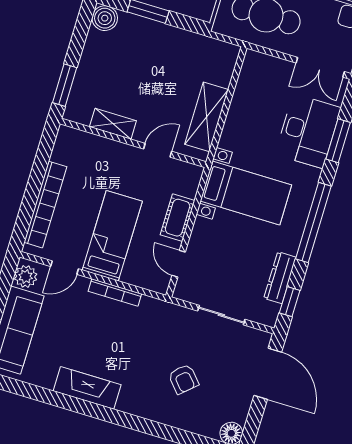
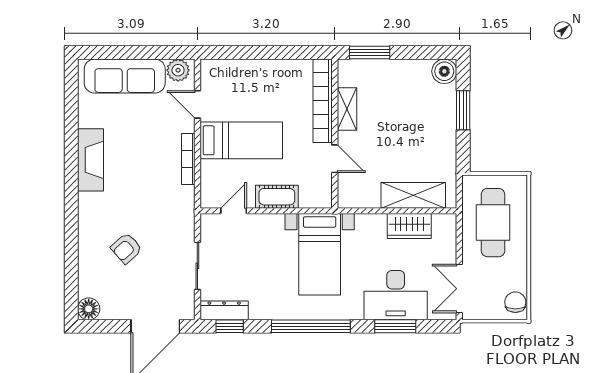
wardrobe: (245, 98) -> (409, 226), added
shelving: (207, 117) -> (413, 195), moved
bookcase: (45, 205) -> (323, 101), moved, turned 90
dresser: (280, 278) -> (224, 310), moved

